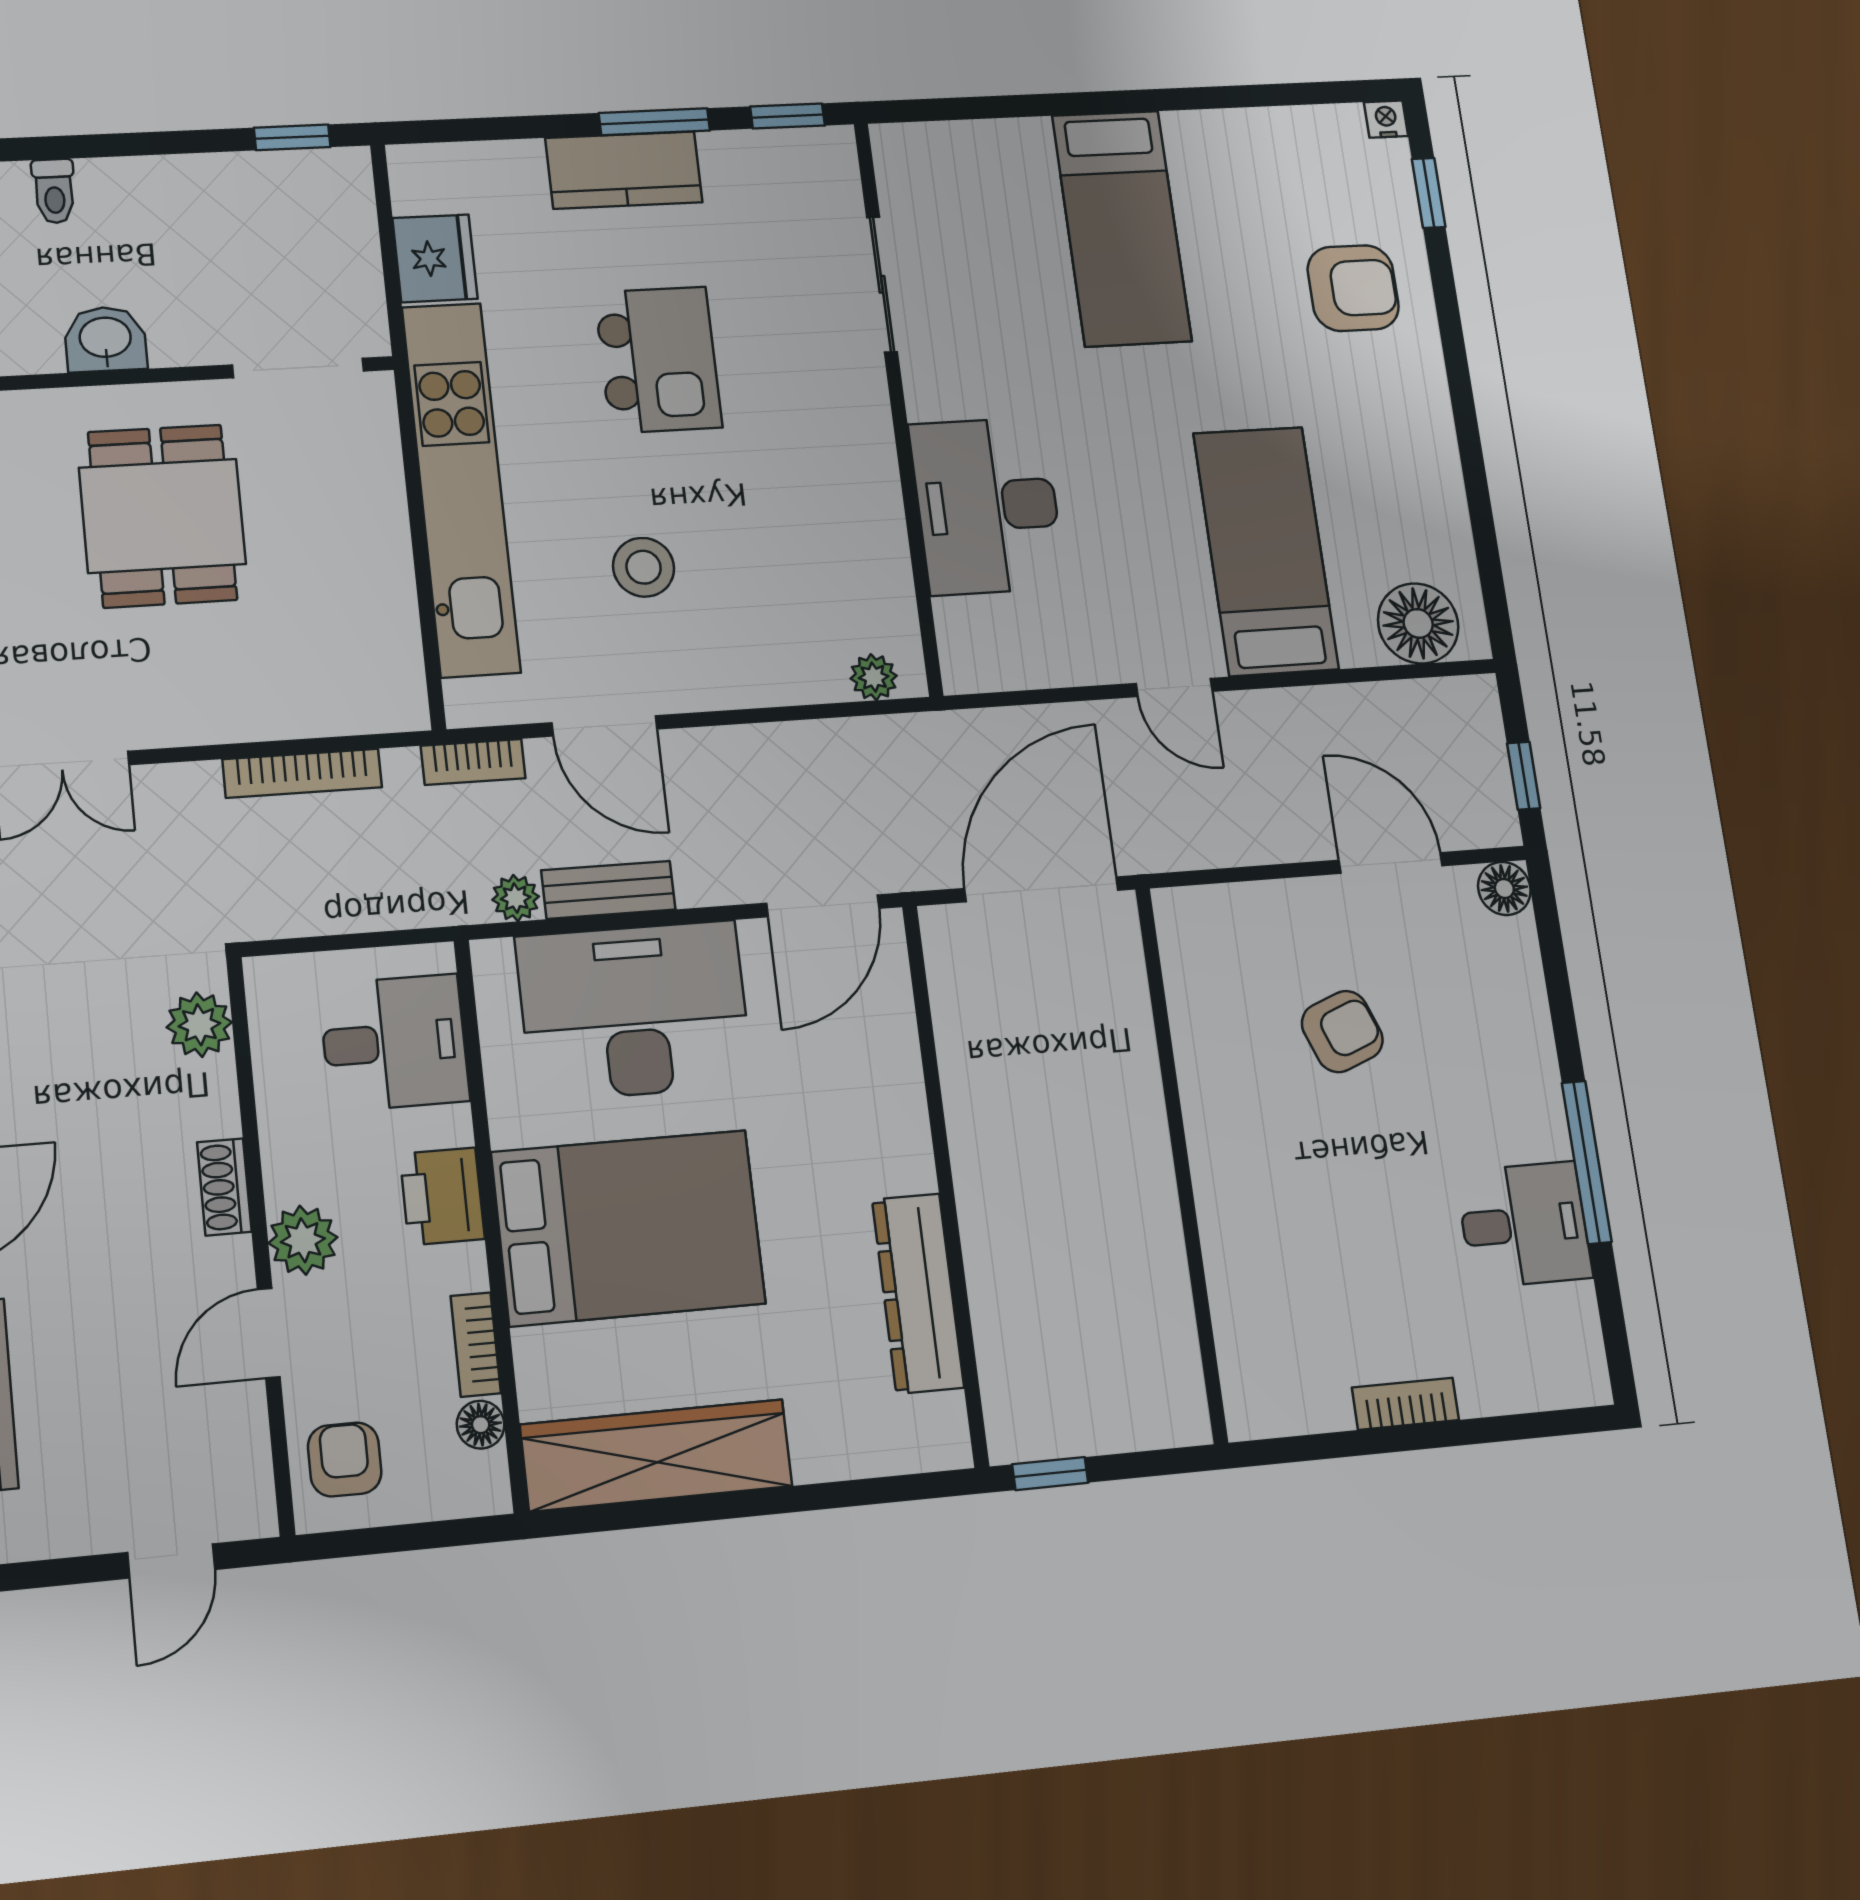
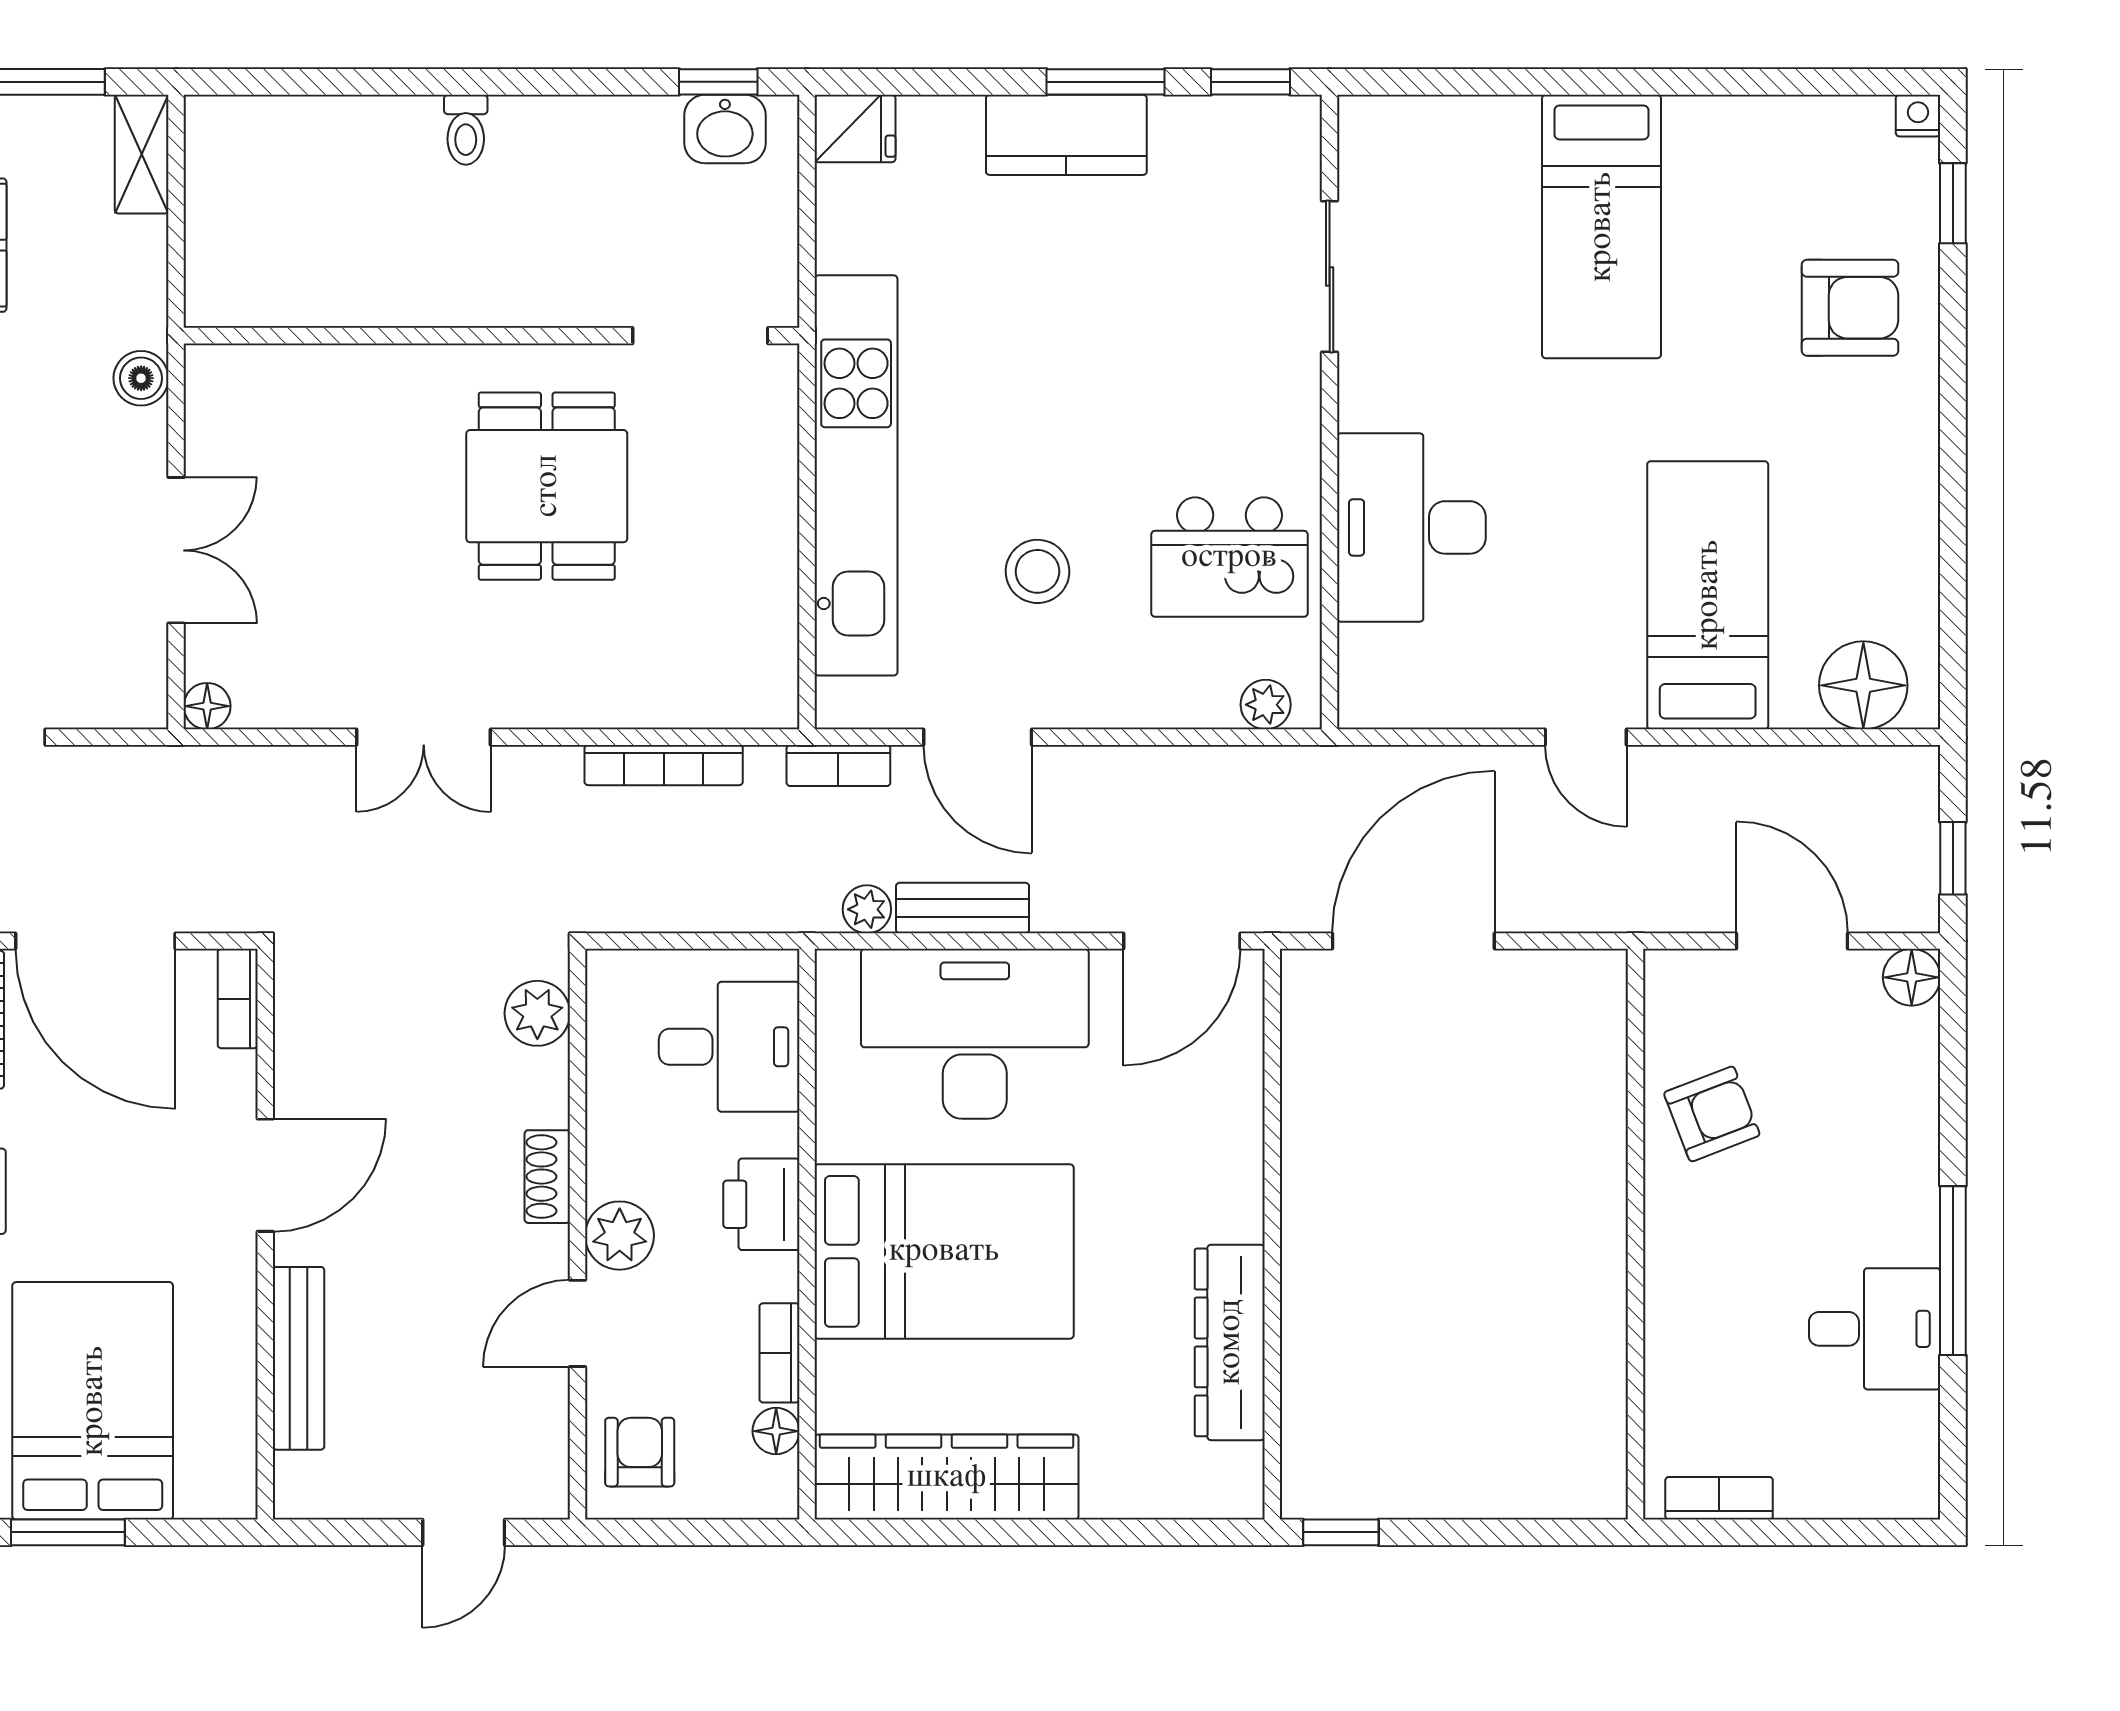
fridge: (435, 258) -> (855, 129), moved, width x0.72
washbasin: (105, 339) -> (725, 129), moved, turned 180
kitchen island: (658, 360) -> (1229, 557), moved, turned 90
wall: (1181, 1162) -> (1636, 1234), moved

